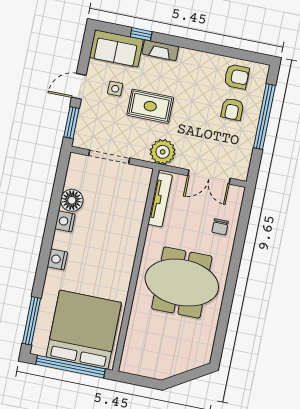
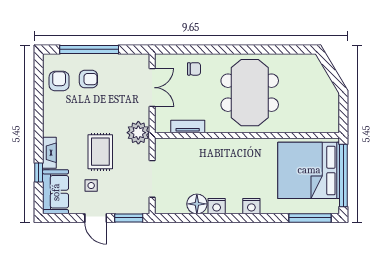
tv unit: (160, 200) -> (188, 126), width x0.71

